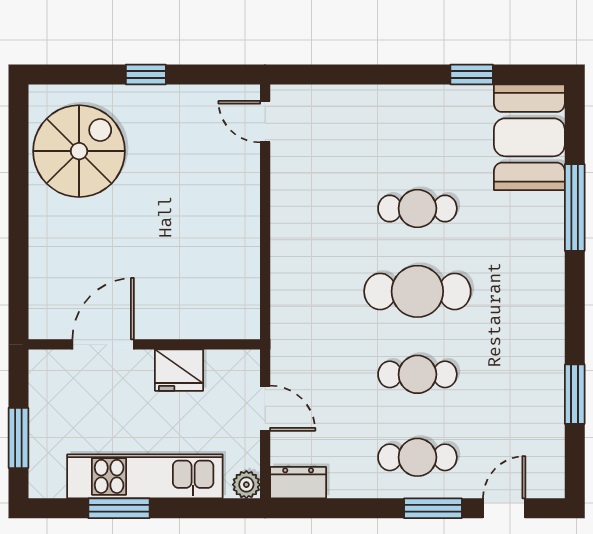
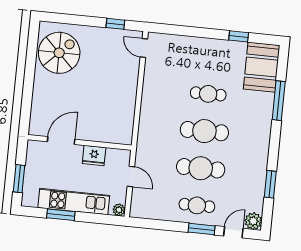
window: (146, 75) -> (115, 24), moved
cafe table: (417, 374) -> (201, 168), width x1.37, depth x1.35
plant: (546, 479) -> (253, 221), added
dresser: (298, 483) -> (142, 211), removed

